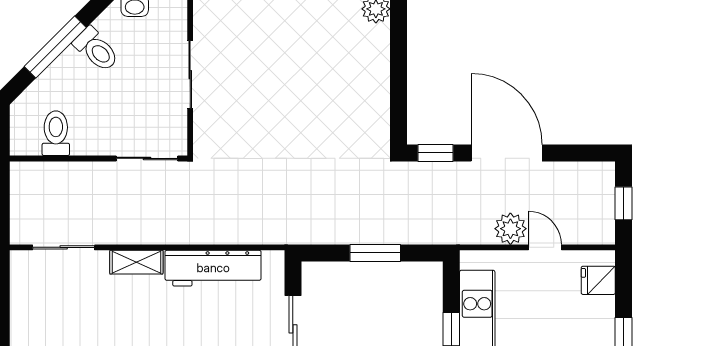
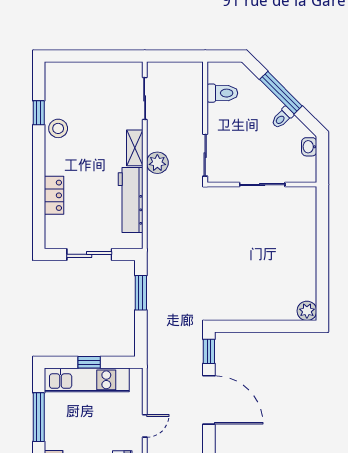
toilet: (96, 49) -> (282, 118), width x0.73, depth x0.72
door: (507, 153) -> (209, 400), hinge flipped
plant: (510, 229) -> (157, 163), moved
window: (375, 253) -> (141, 293), moved

